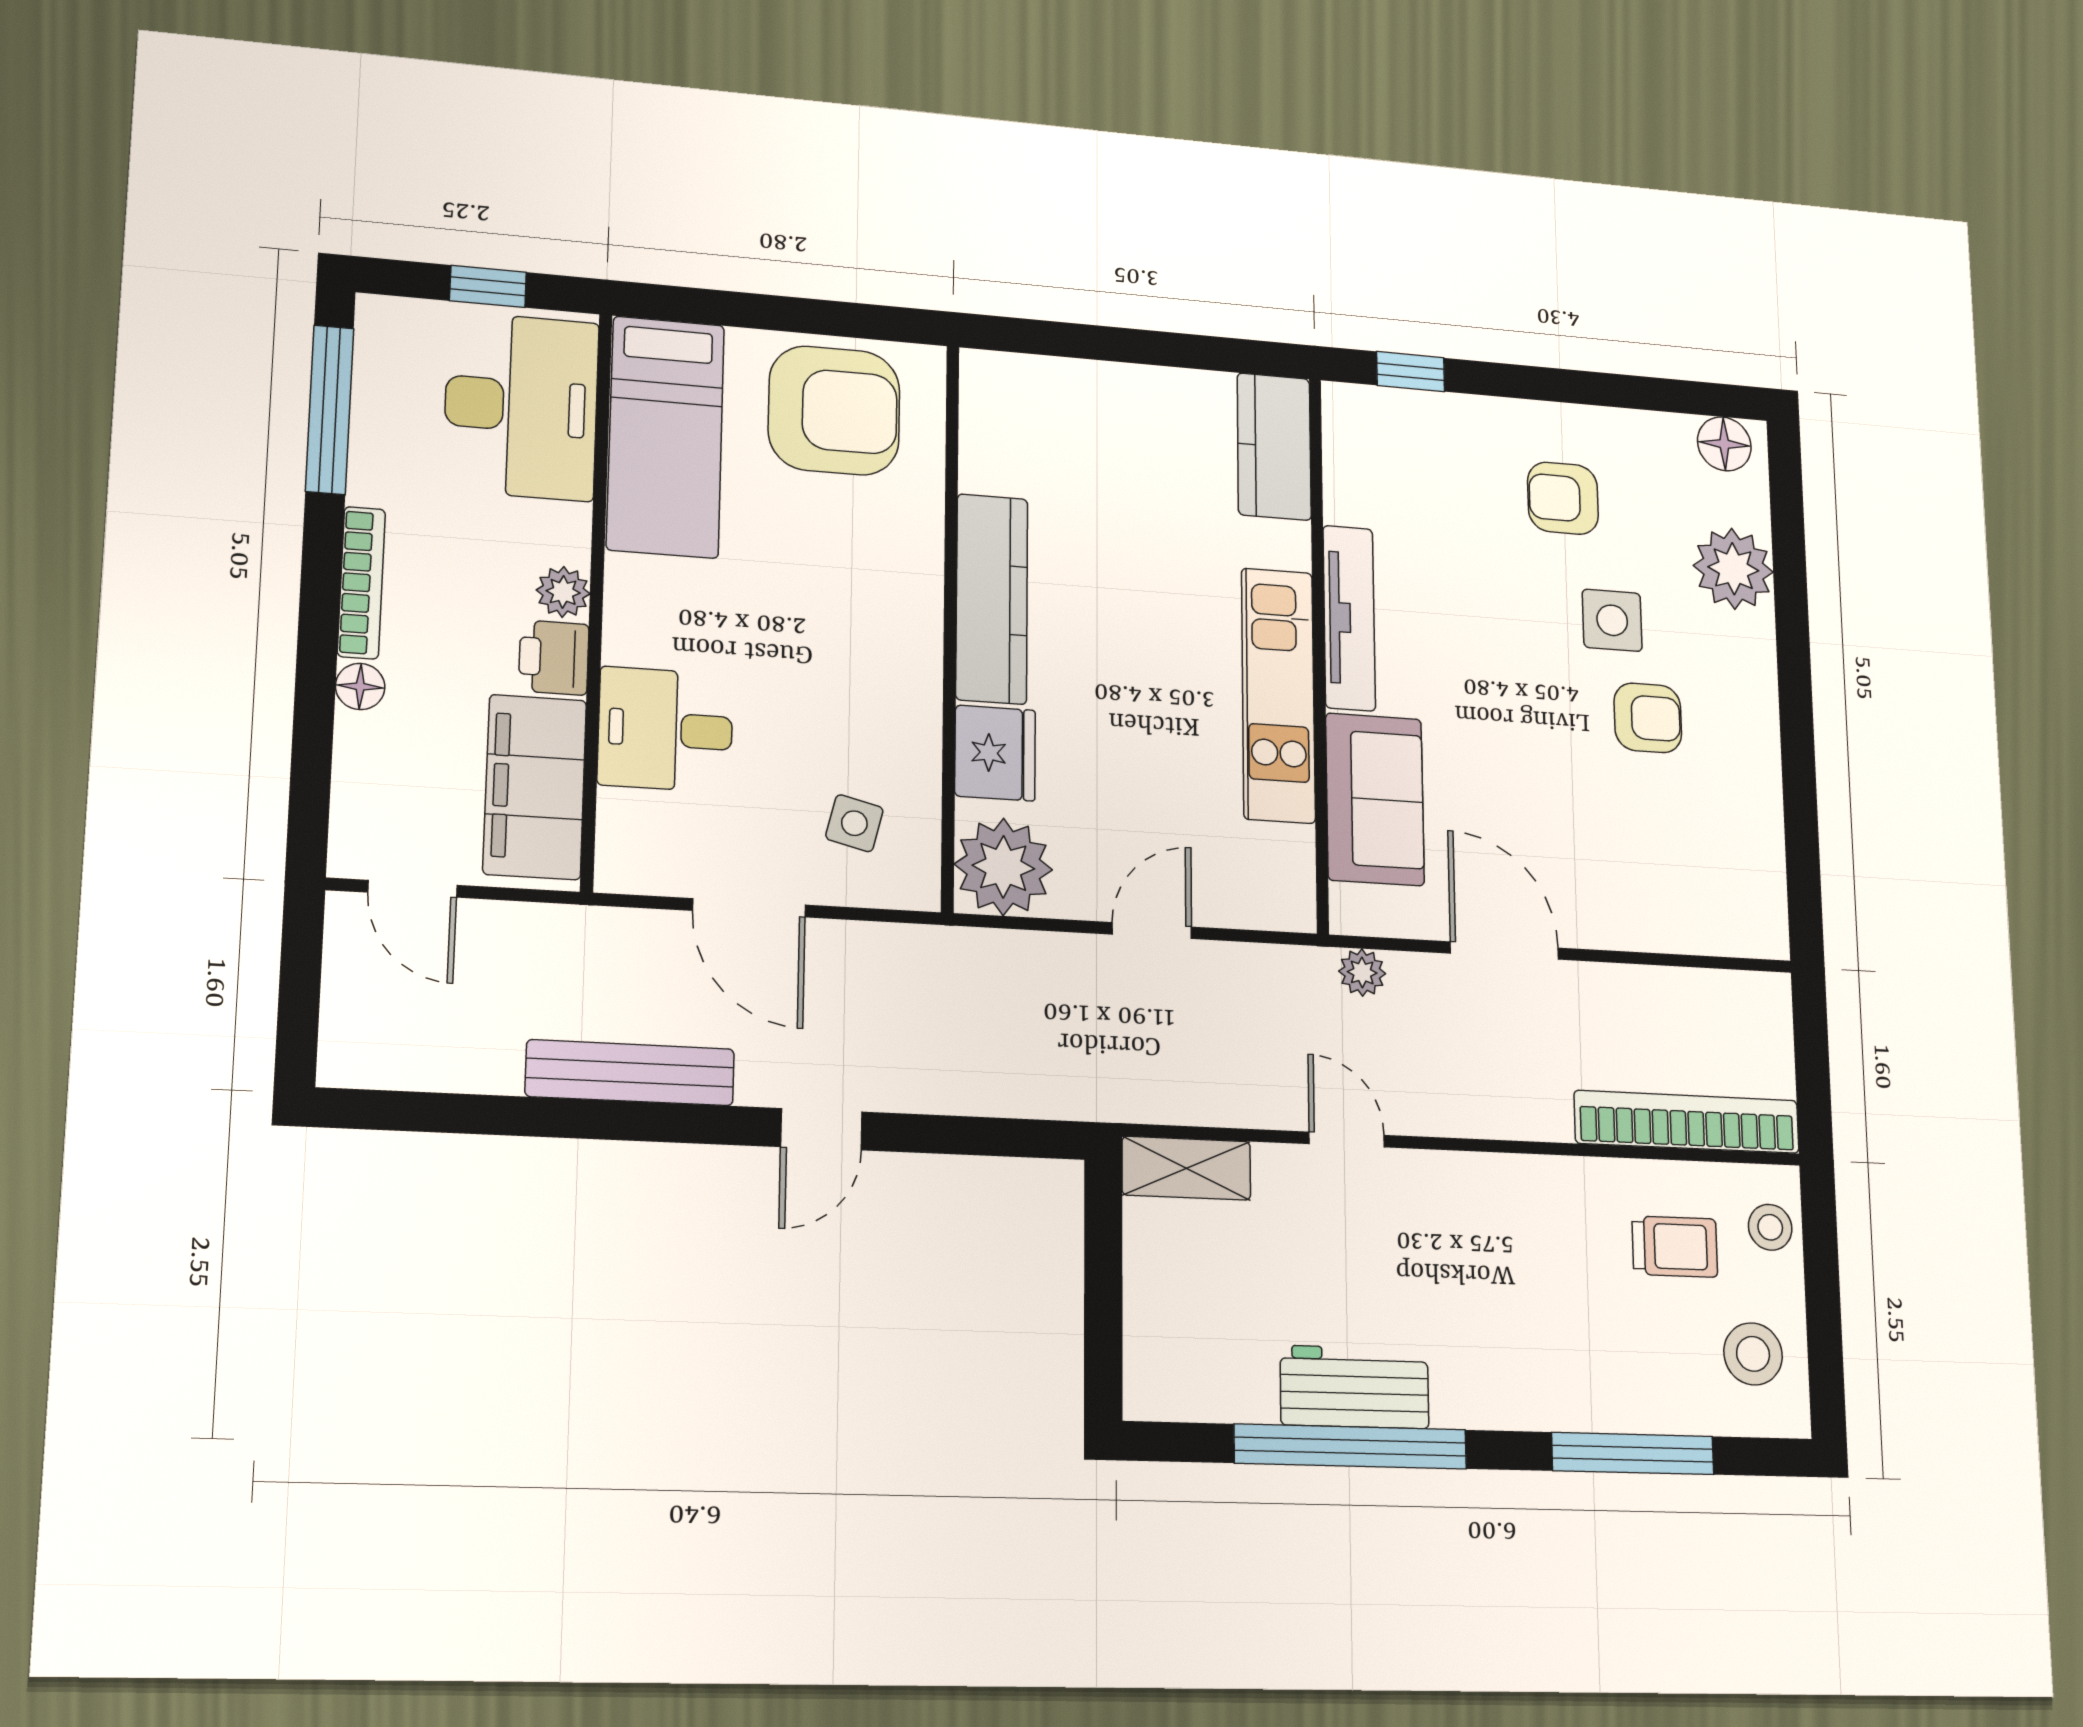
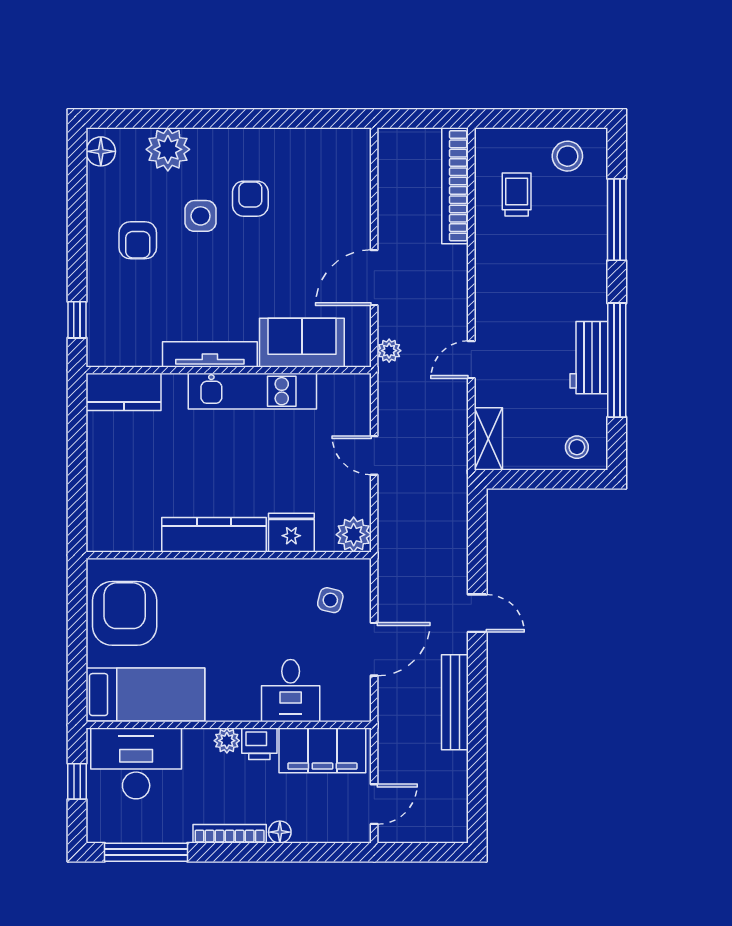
plant: (1003, 867) -> (354, 535), width x0.73, depth x0.73
stool: (1770, 1227) -> (577, 447), moved

